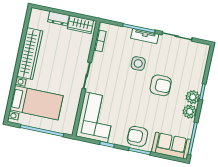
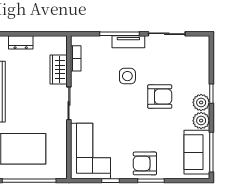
wardrobe: (81, 25) -> (59, 70), moved, turned 90
sofa: (171, 146) -> (197, 152), moved, turned -90

